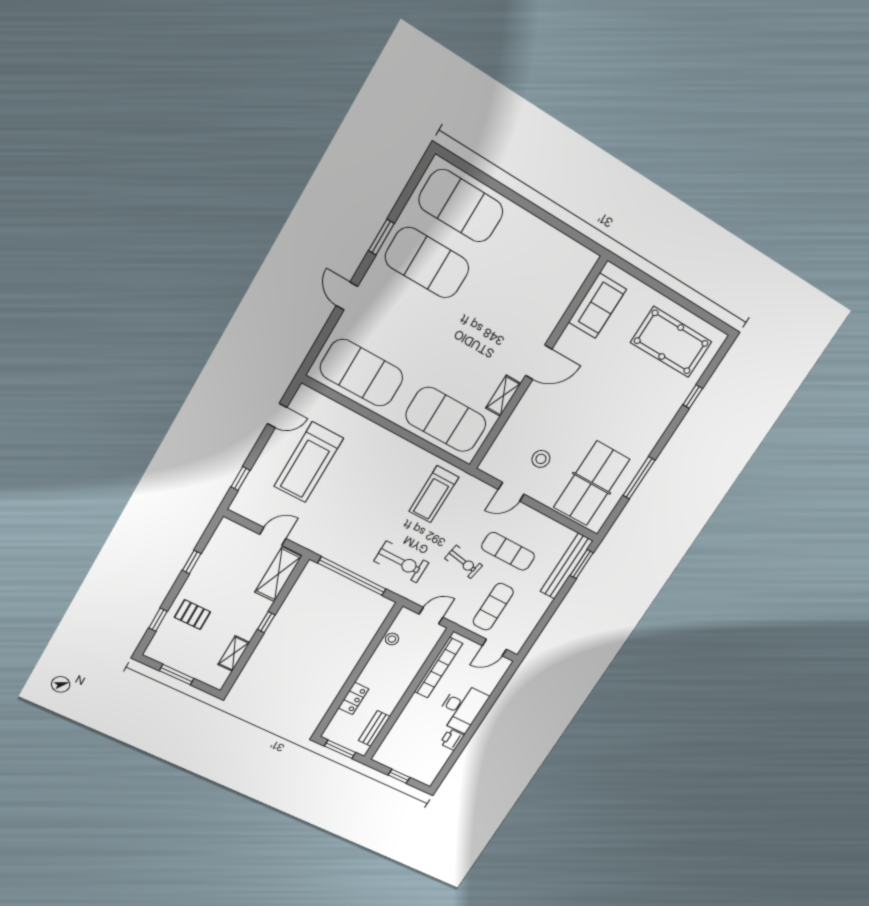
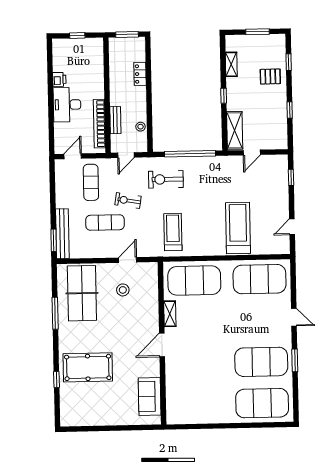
pool table: (671, 342) -> (88, 367), moved
treadmill: (309, 462) -> (238, 228), moved
bench: (374, 729) -> (115, 120), moved

